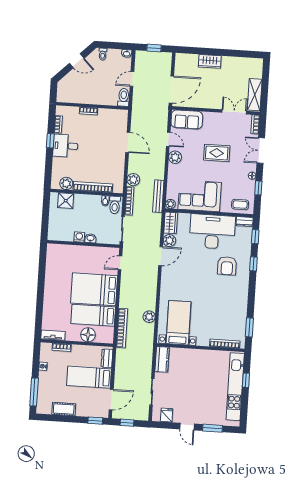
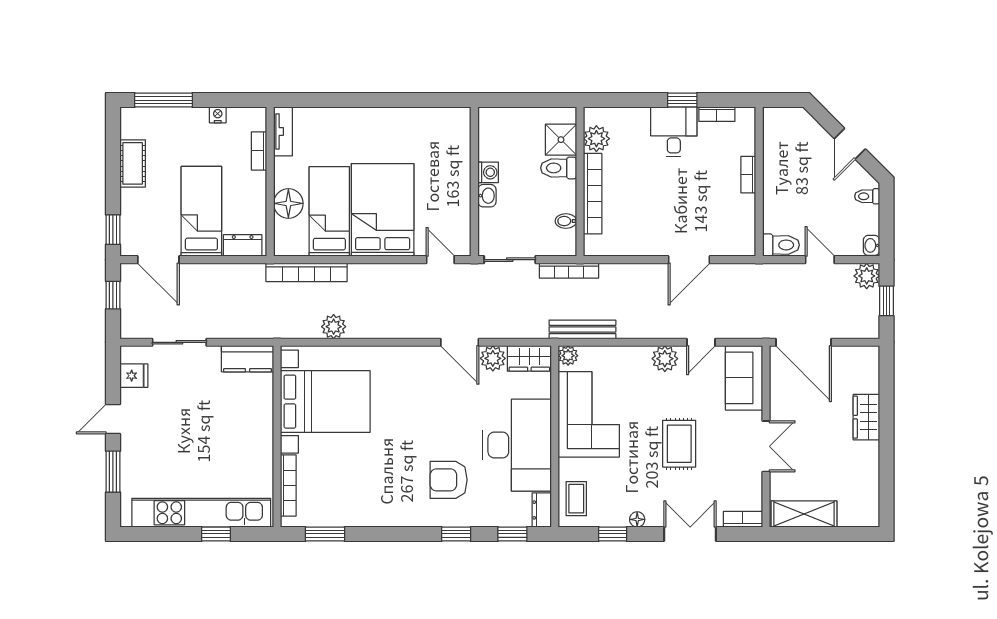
double door: (234, 112) -> (766, 446), moved
plant: (133, 180) -> (867, 276), moved
toilet: (115, 205) -> (559, 168), moved
bed with nightstands: (179, 323) -> (325, 402), width x1.36

